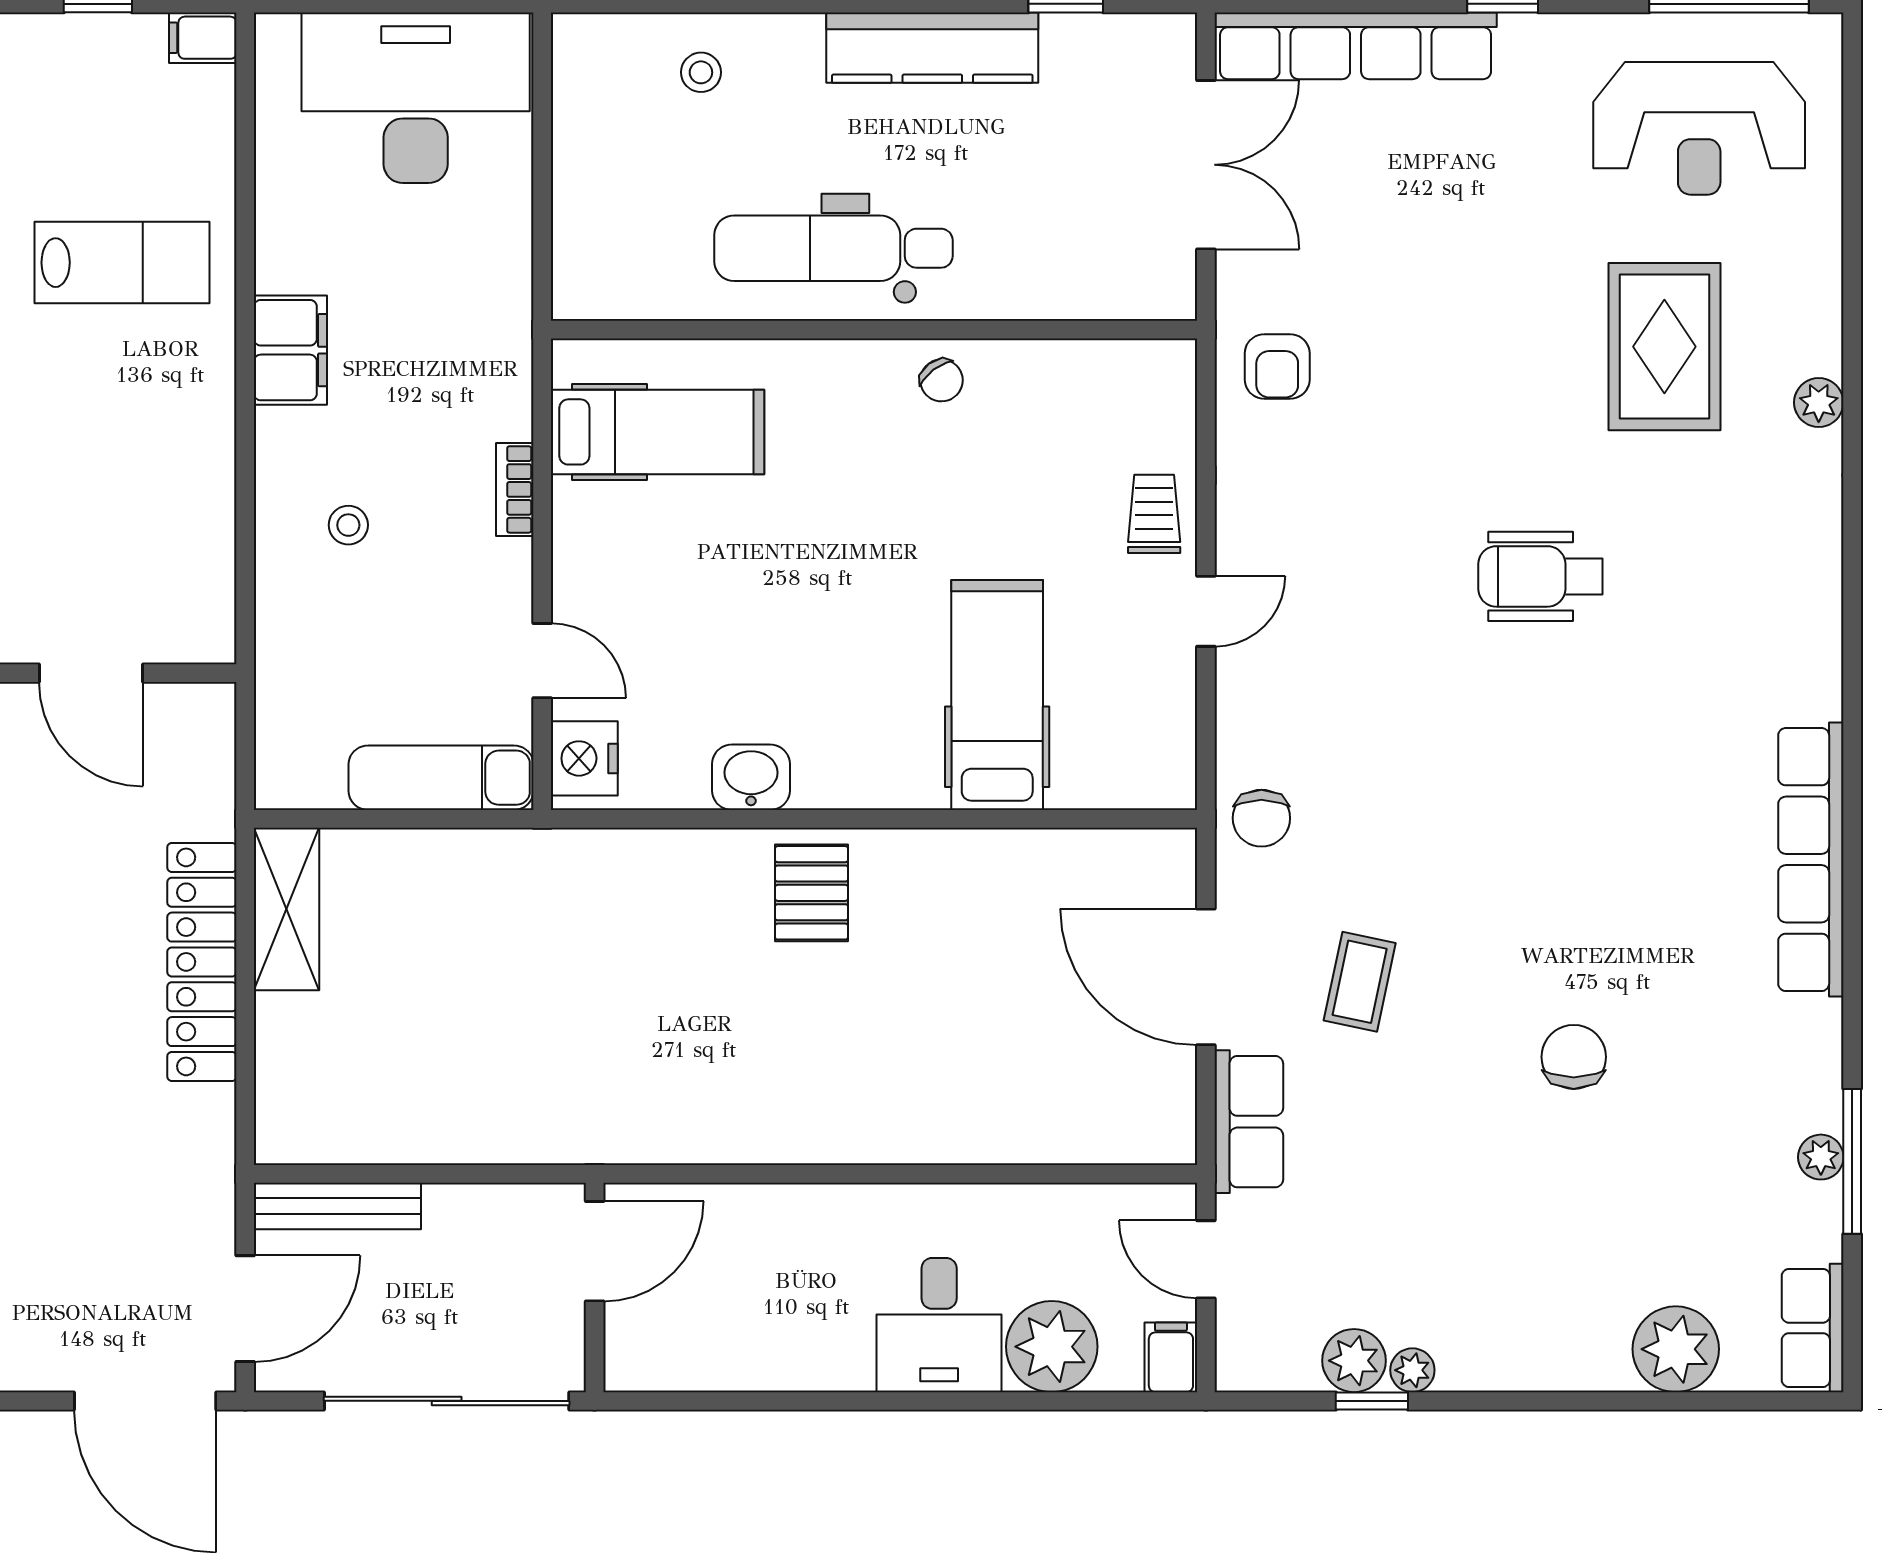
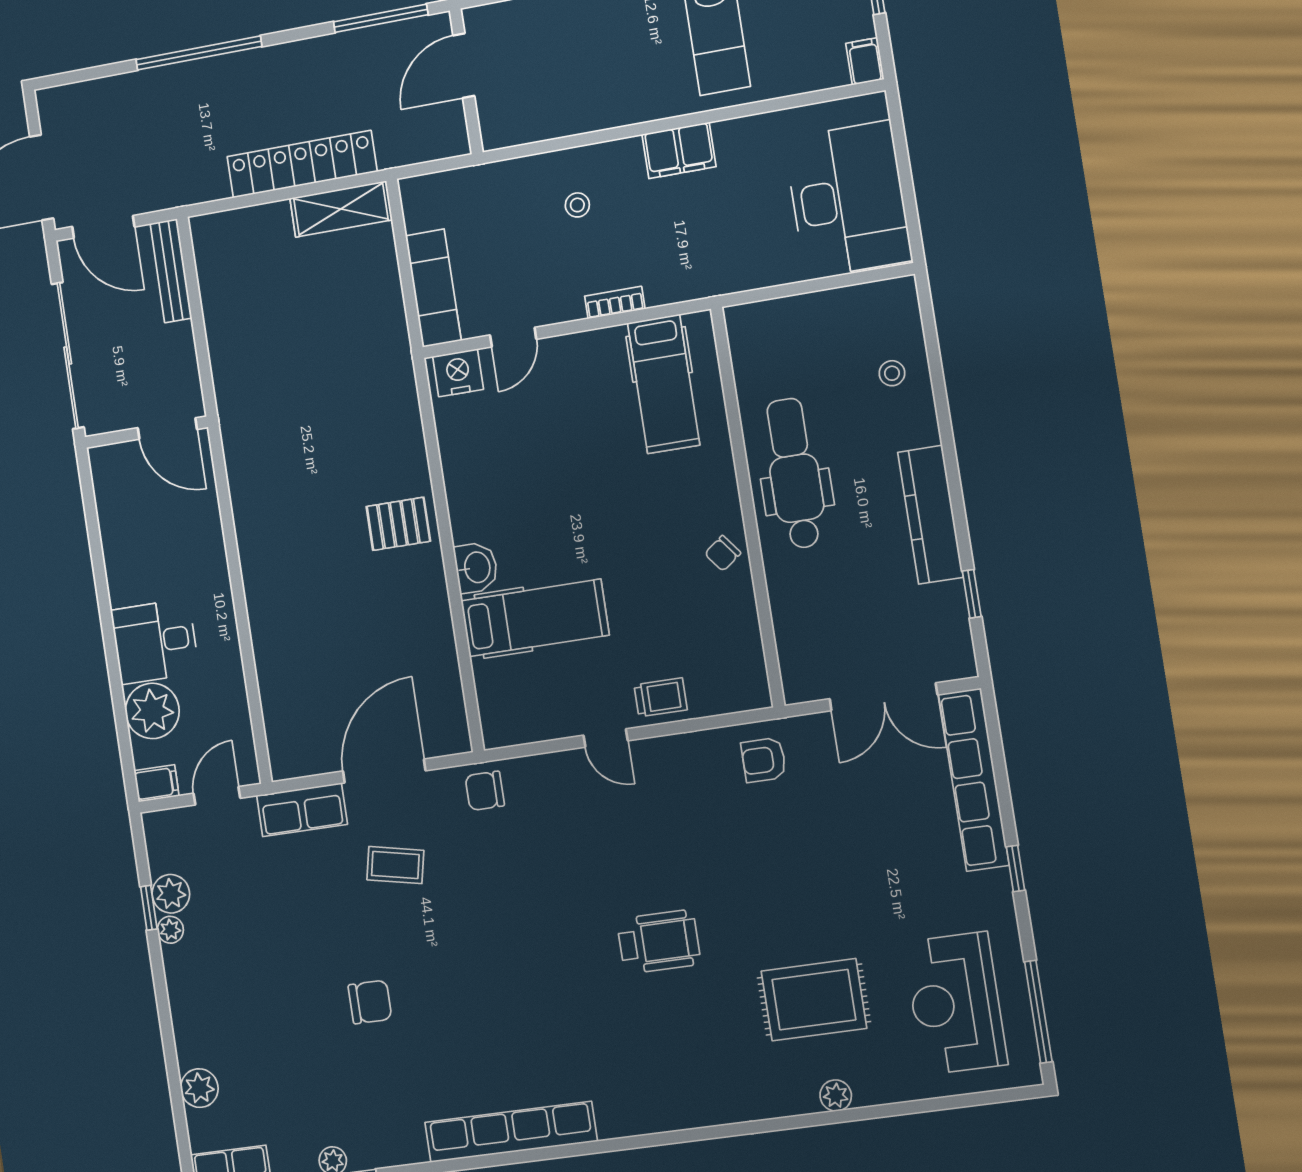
plant: (1819, 403) -> (836, 1096), moved
wheelchair: (1540, 576) -> (659, 942), turned 90
washbasin: (751, 777) -> (476, 568), moved
plant: (1676, 1349) -> (199, 1088), width x0.73, depth x0.73

